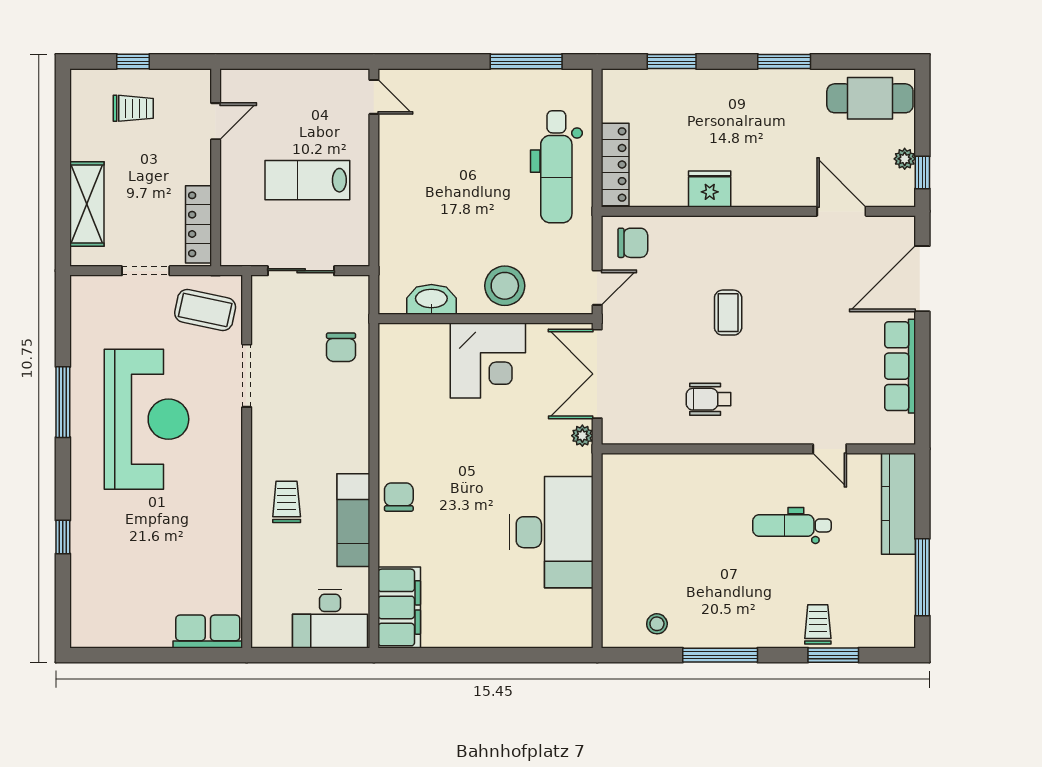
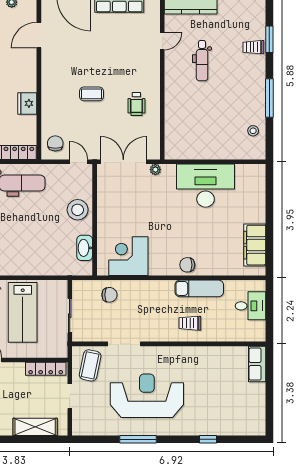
lab bench: (307, 180) -> (23, 312), width x1.36, depth x1.39
corner desk: (488, 360) -> (128, 256), moved, turned -90
double door: (597, 374) -> (123, 162), swing flipped
filing cabinet: (399, 607) -> (255, 245), moved, turned -90
desk: (330, 619) -> (250, 306), width x0.73

